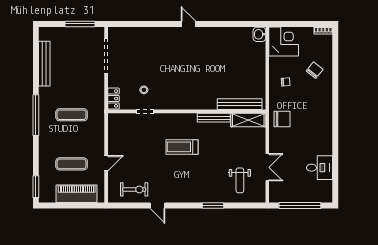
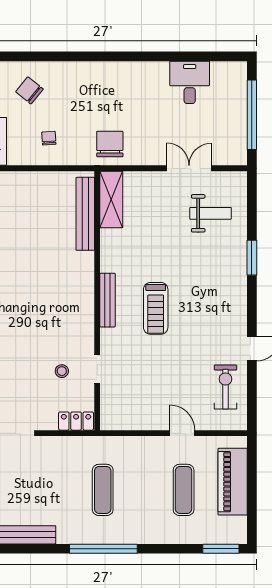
bench: (214, 118) -> (107, 300), moved

